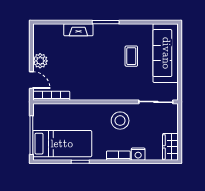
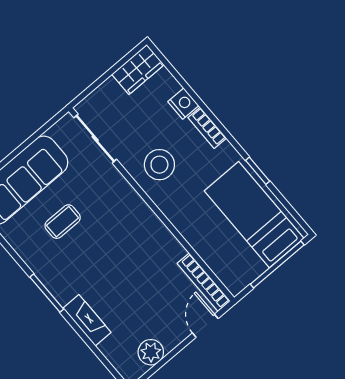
plant: (40, 61) -> (151, 352), moved

